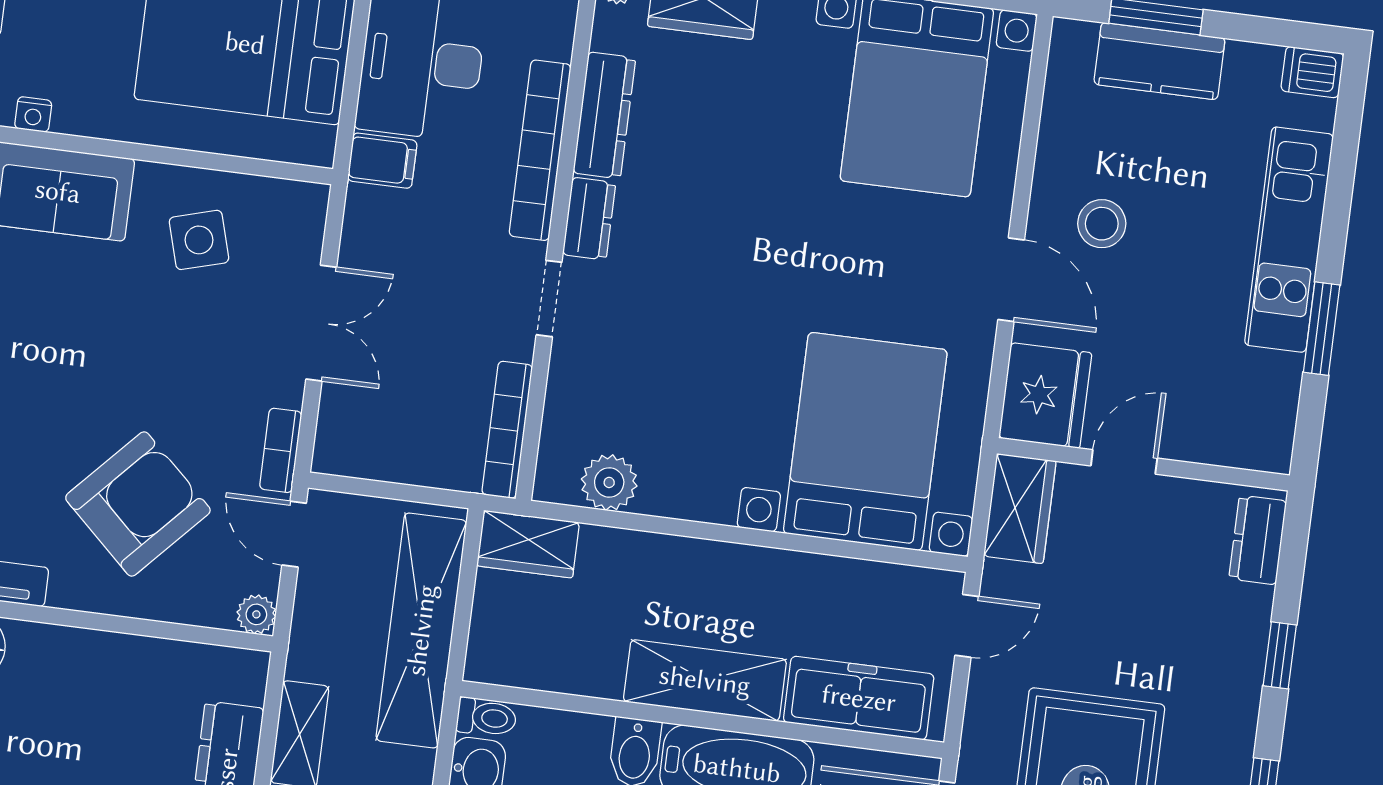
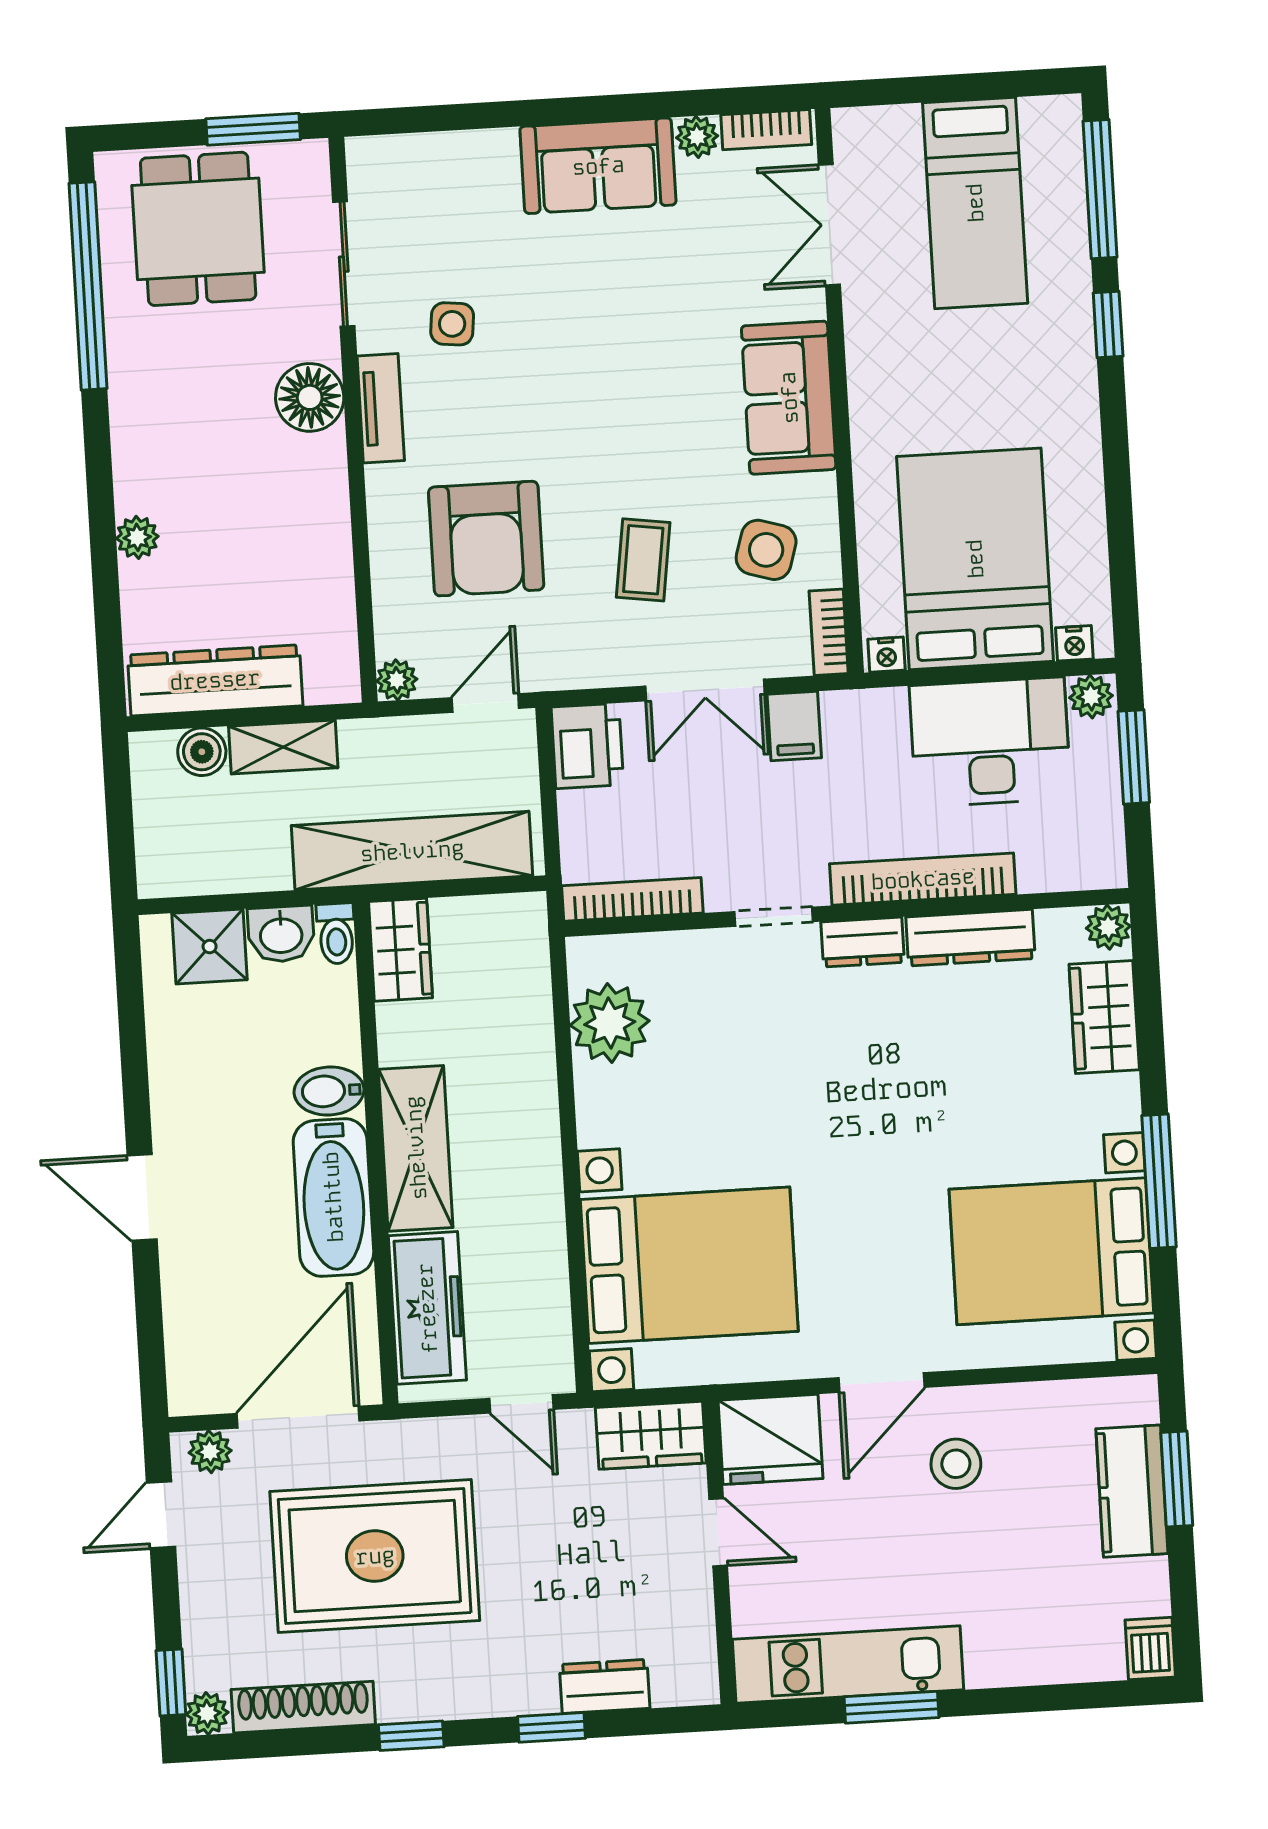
nightstand: (33, 114) -> (887, 655), moved, turned -90
filing cabinet: (382, 161) -> (794, 726), moved
side table: (199, 240) -> (766, 550), turned 33
kitchen unit: (1289, 240) -> (848, 1665), moved
coffee table: (186, 359) -> (643, 560), added
printer: (353, 445) -> (587, 746), added
bookcase: (281, 450) -> (829, 632), moved, turned -90
plant: (609, 482) -> (610, 1023), width x1.36, depth x1.36
armchair: (138, 504) -> (486, 539), turned 47
dresser: (1258, 540) -> (605, 1686), moved
wardrobe: (528, 544) -> (400, 950), moved, turned 180

